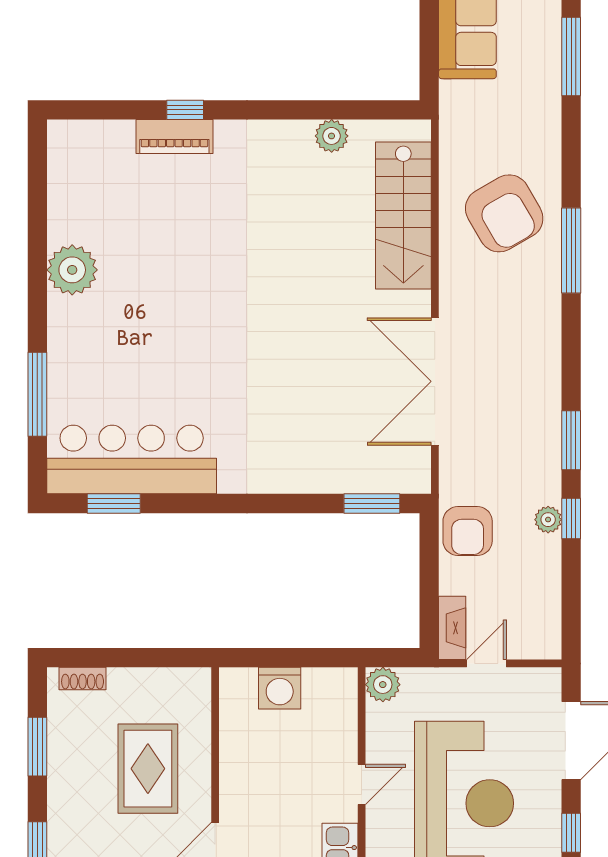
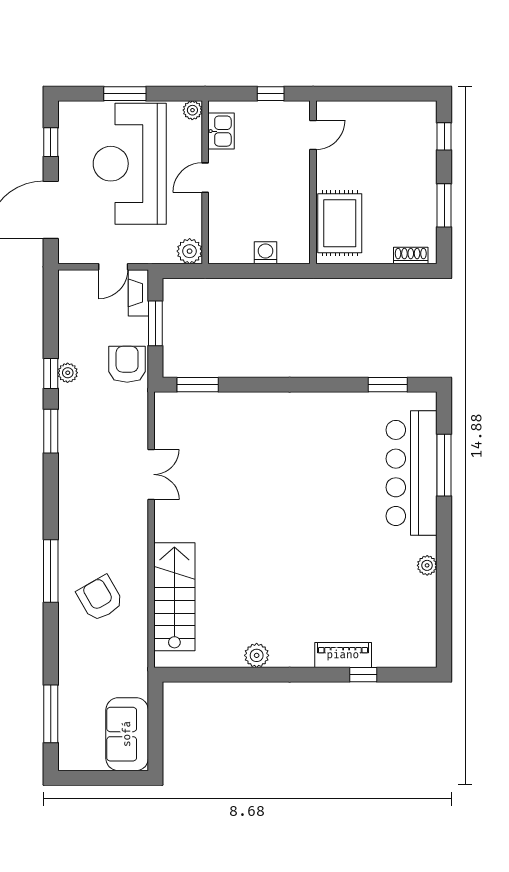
window: (185, 110) -> (363, 675), moved
plant: (332, 136) -> (257, 655), moved
armchair: (504, 213) -> (100, 598), width x0.73, depth x0.73
plant: (72, 270) -> (427, 565), width x0.53, depth x0.53
double door: (435, 381) -> (151, 474), width x0.54
bar counter: (132, 459) -> (412, 473), moved, turned 90
window: (429, 586) -> (155, 323), added
washing machine: (280, 688) -> (265, 253), width x0.73, depth x0.73
rug: (148, 769) -> (340, 223), moved

